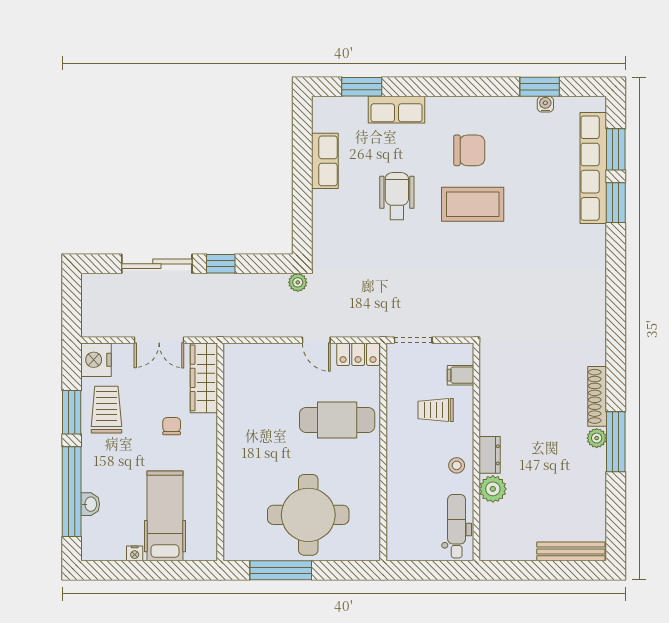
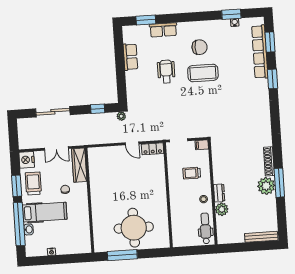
window: (616, 203) -> (272, 79), moved
window: (221, 264) -> (98, 109), moved
filing cabinet: (460, 375) -> (202, 145), moved
cafe table: (337, 420) -> (145, 181), removed
plant: (597, 438) -> (266, 186), width x1.87, depth x1.87
hospital bed: (165, 516) -> (45, 212), moved, turned 90

